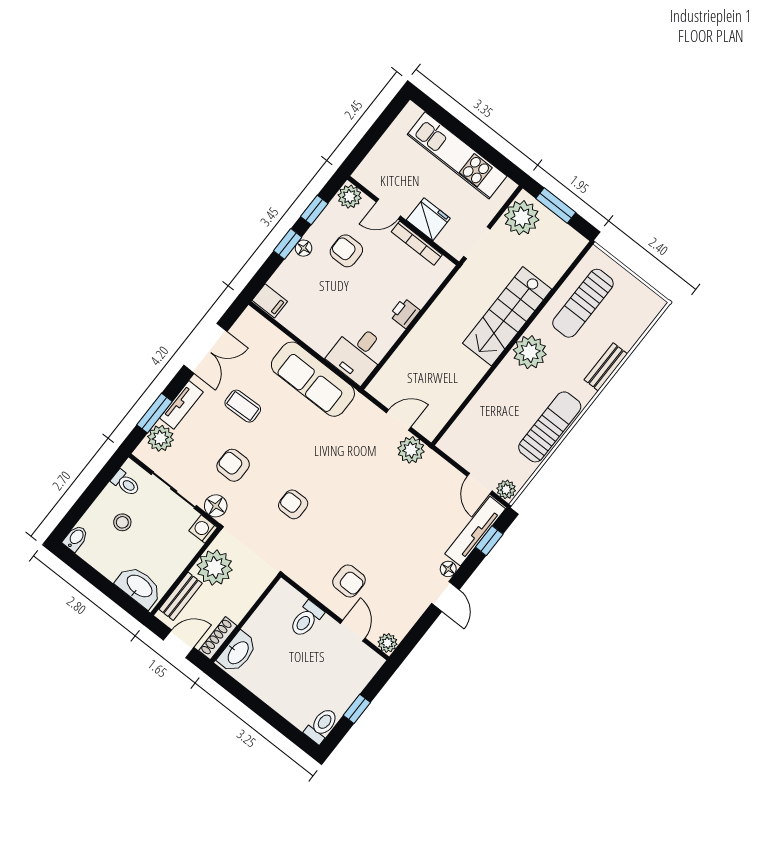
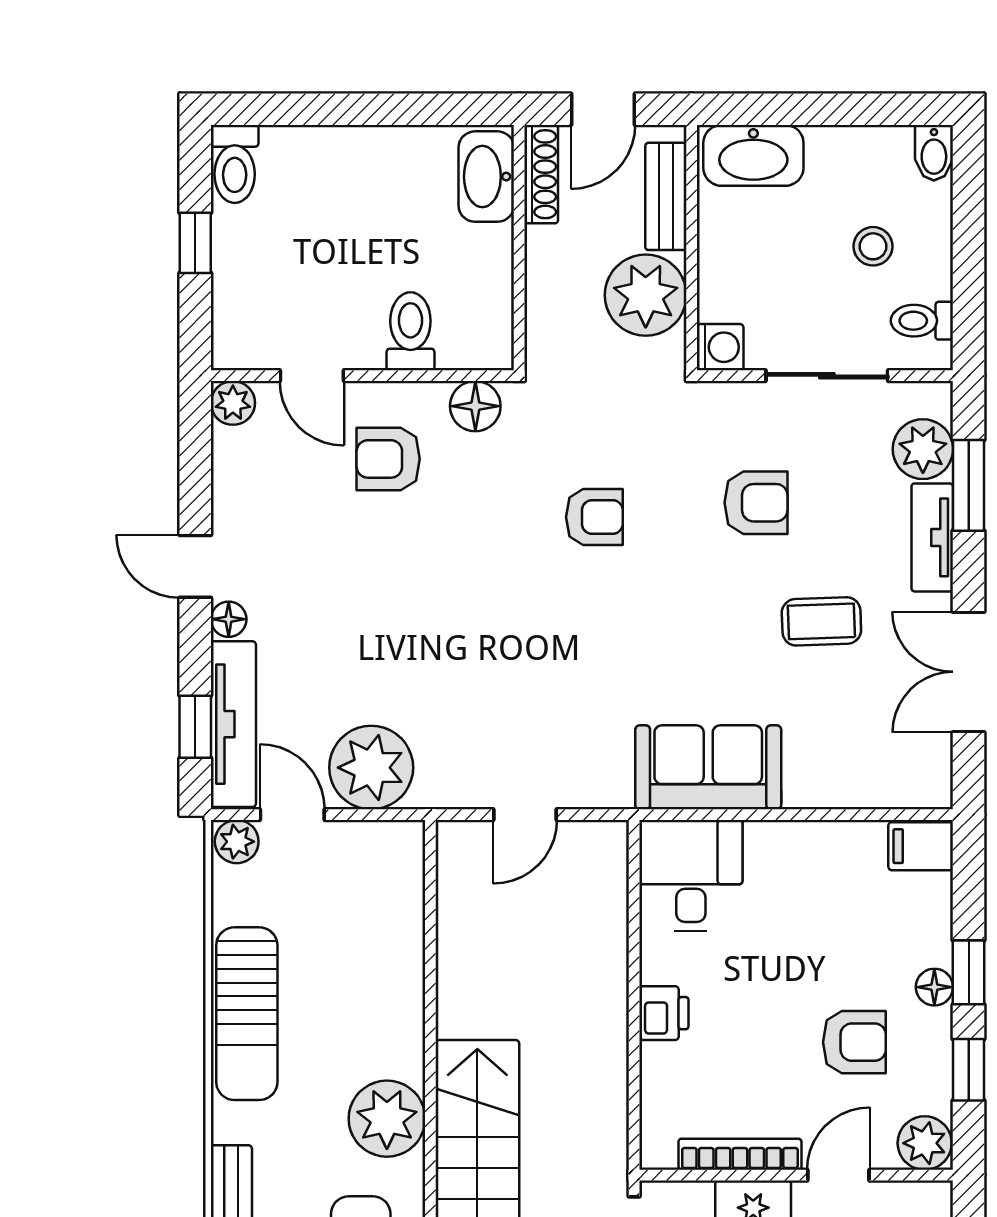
sofa: (313, 379) -> (708, 767), width x0.73
plant: (411, 450) -> (371, 768), moved, width x1.36, depth x1.36
floor lamp: (216, 506) -> (475, 406), moved

